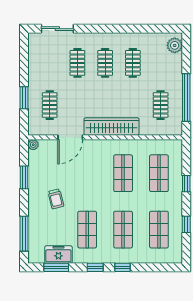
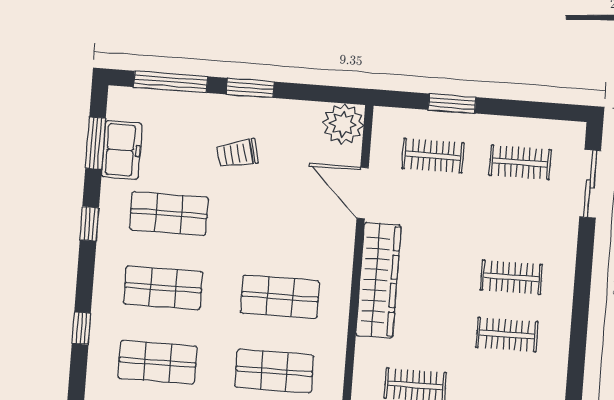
clothes rail: (77, 63) -> (520, 162), moved
plant: (33, 145) -> (343, 124), width x1.88, depth x1.88
window: (24, 177) -> (250, 88), moved
window: (123, 267) -> (81, 328), moved

